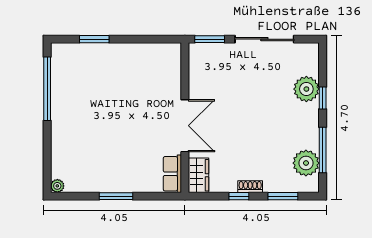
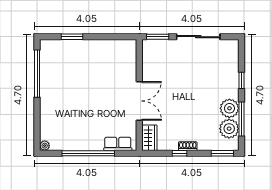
plant: (306, 89) -> (229, 108), moved
row of seats: (172, 174) -> (118, 144), moved, turned 90
window: (116, 196) -> (88, 153), width x2.11
window: (283, 196) -> (222, 153), moved

